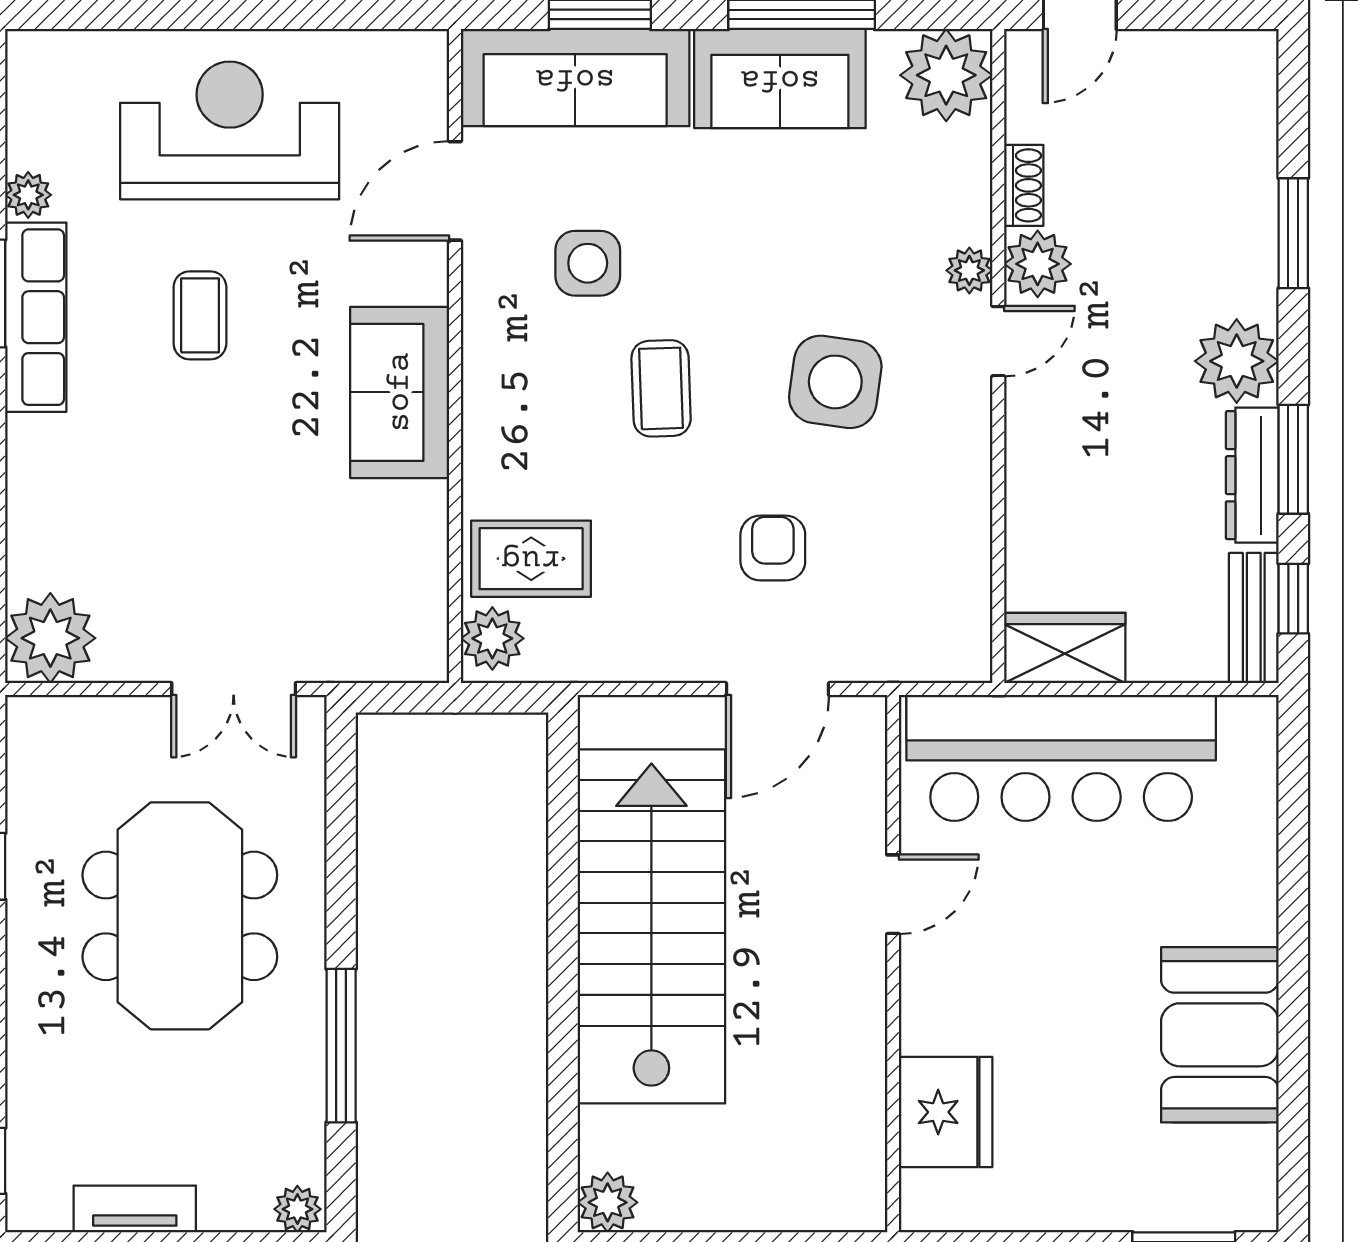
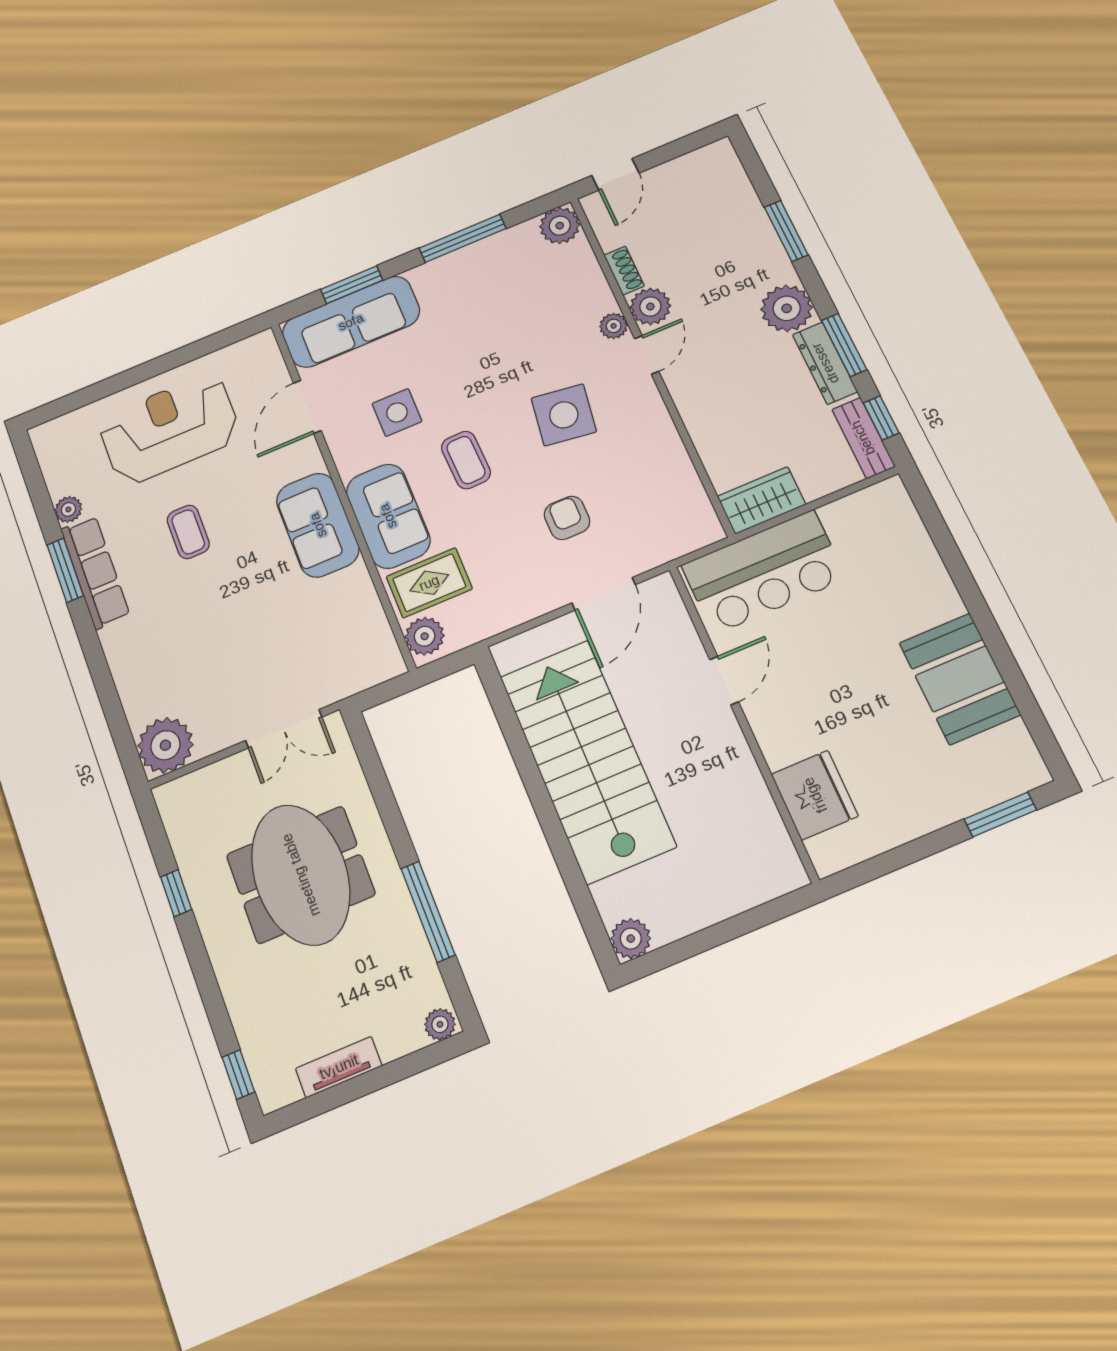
plant: (946, 75) -> (560, 226), width x0.73, depth x0.73
sofa: (780, 79) -> (388, 516), moved, turned -90
bar counter: (1061, 758) -> (764, 572), width x0.73

